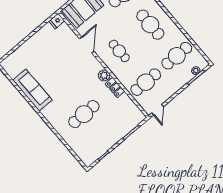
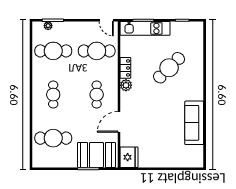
fridge: (57, 21) -> (129, 157), width x1.88, depth x1.34
cafe table: (150, 25) -> (53, 95), width x0.73, depth x0.74
door: (158, 110) -> (106, 20), swing flipped
cafe table: (84, 114) -> (169, 68), turned -45
kitchen unit: (125, 128) -> (145, 28), added

